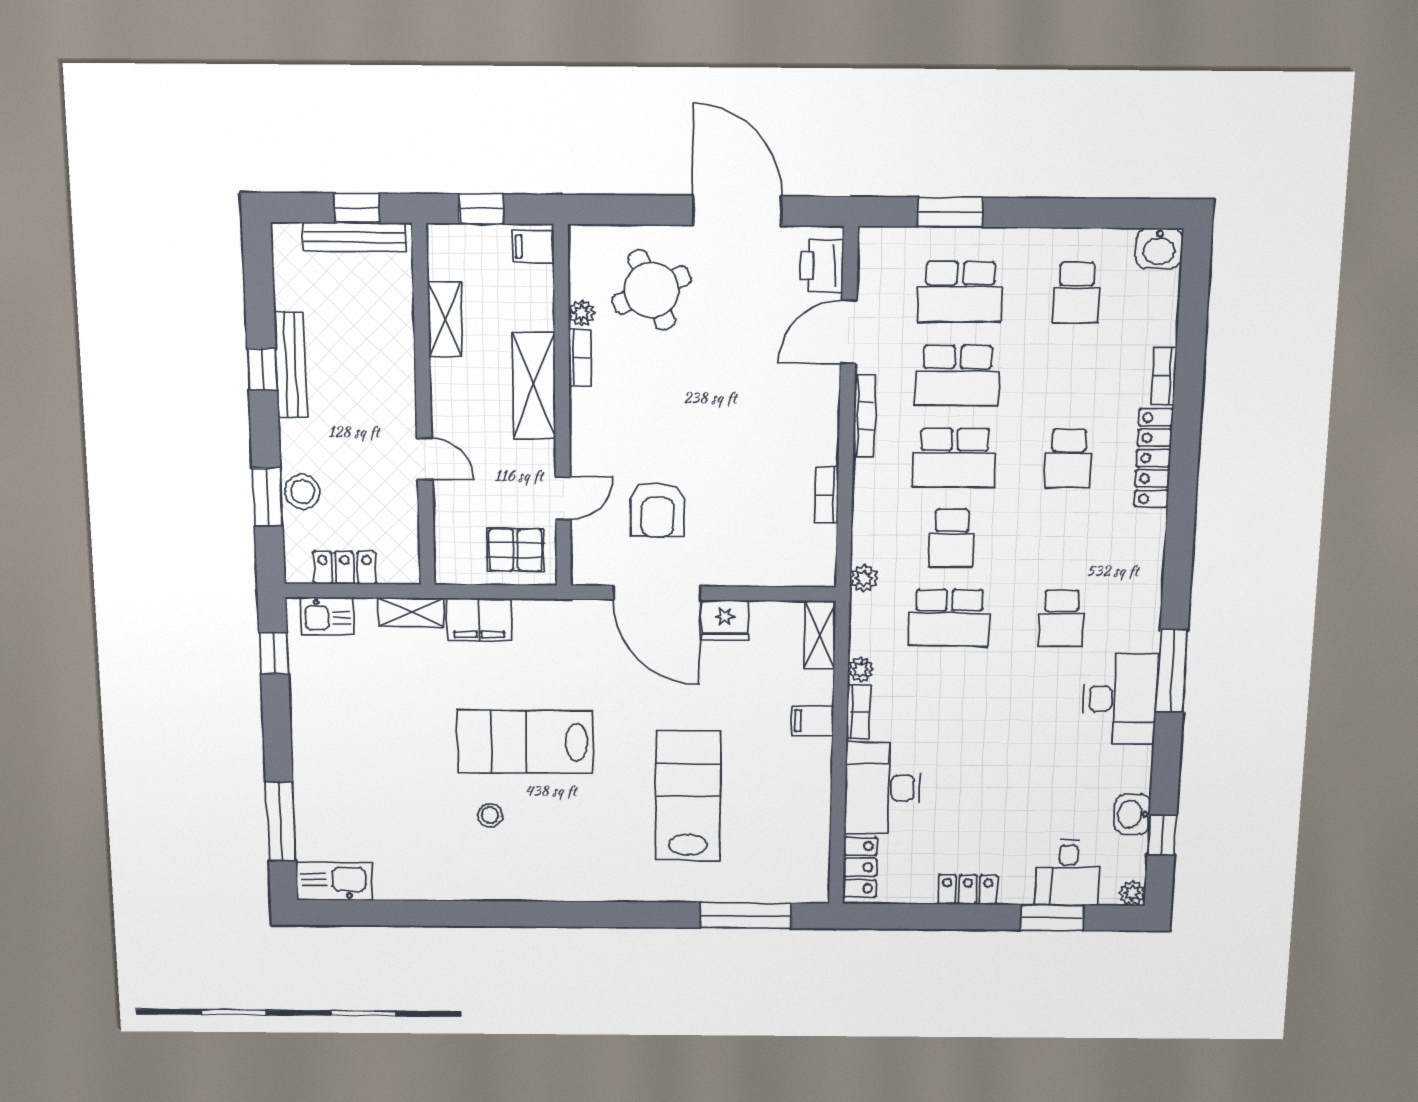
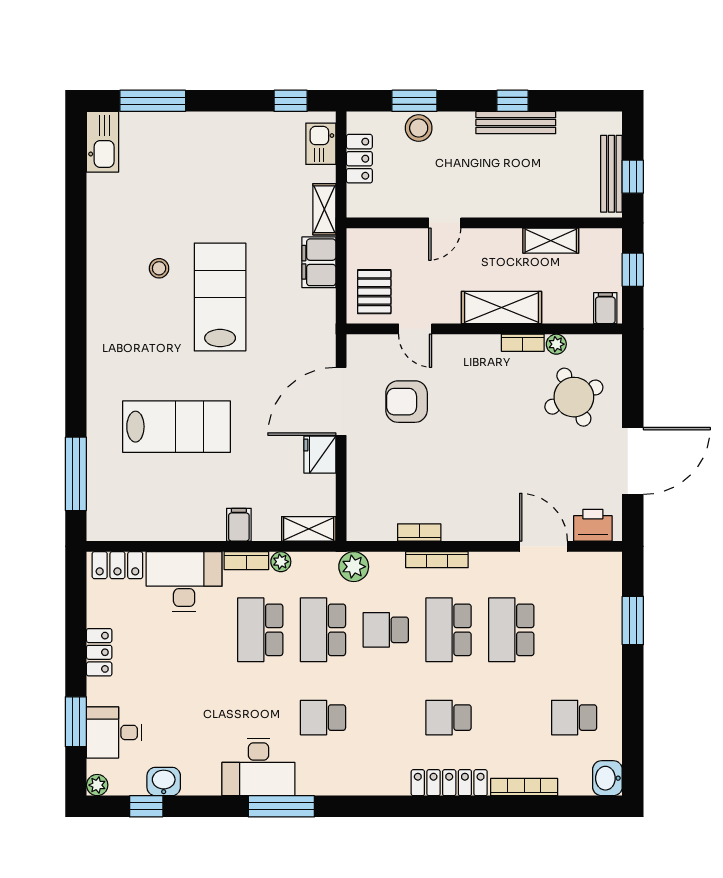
school desk: (960, 292) -> (260, 630), moved
bookcase: (1164, 376) -> (524, 787), width x1.56
bookcase: (864, 416) -> (437, 560), moved
plant: (864, 578) -> (354, 567), width x1.38, depth x1.38

